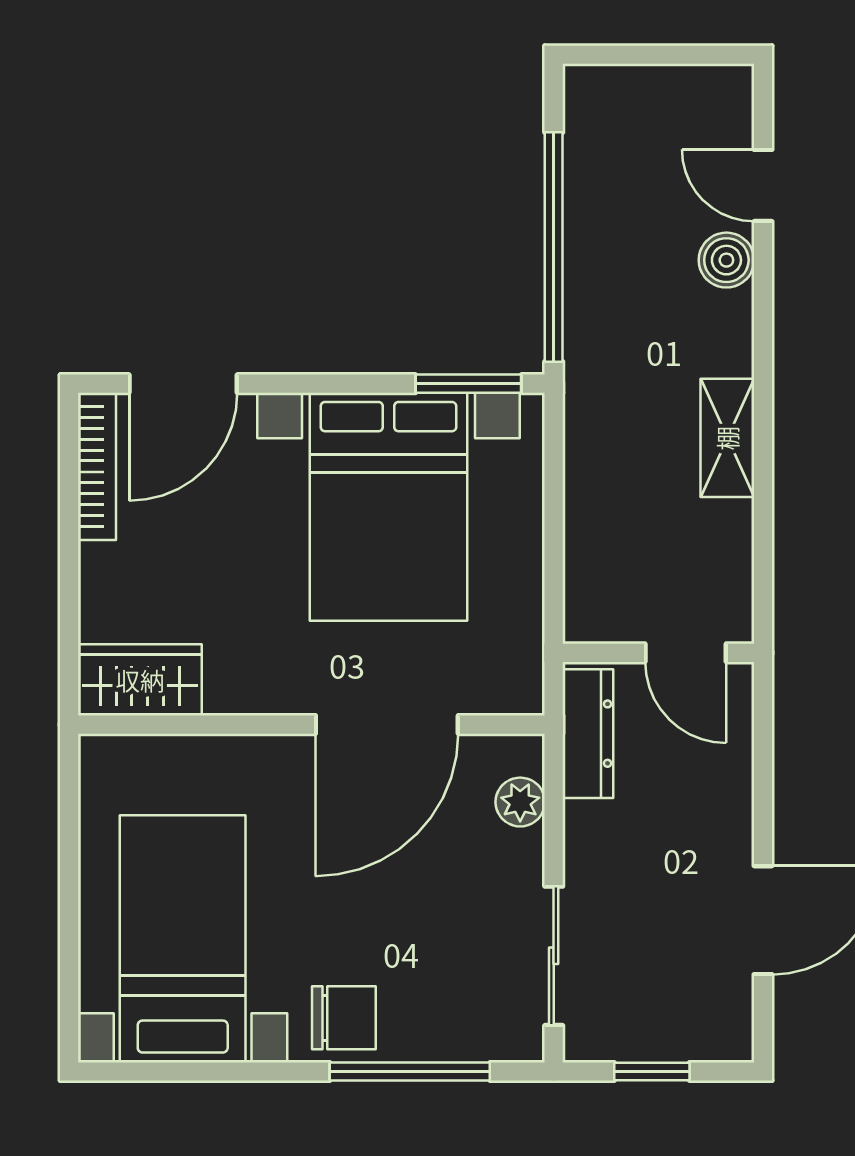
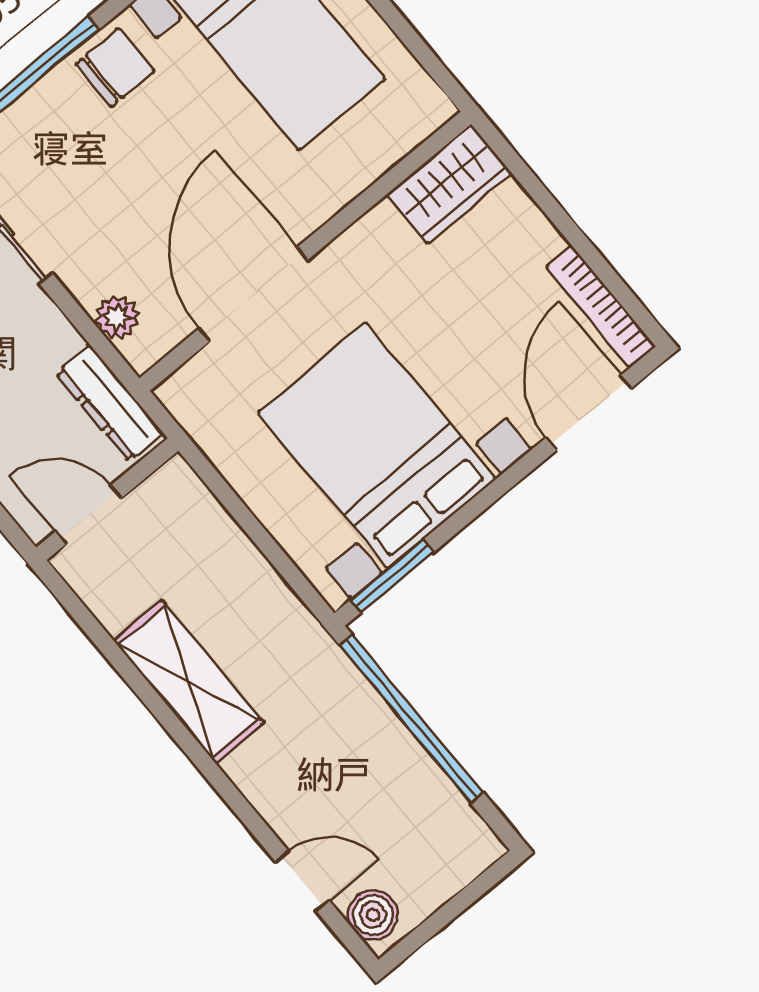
boiler: (726, 260) -> (373, 915), moved
shelving: (727, 438) -> (189, 682), width x1.50, depth x1.33
chair: (344, 1018) -> (115, 68), turned 180

